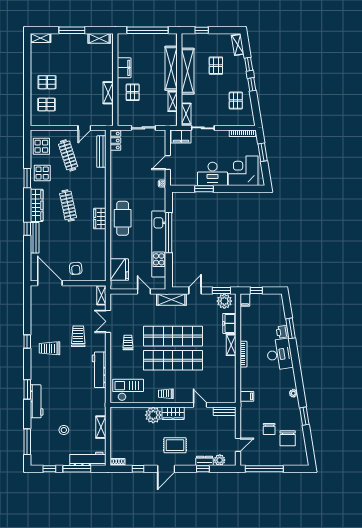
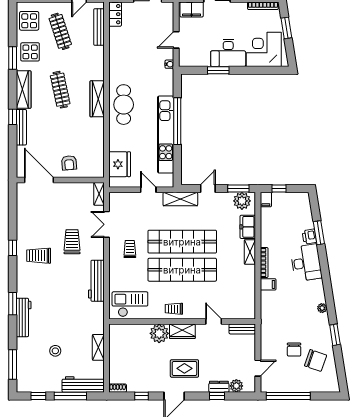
wardrobe: (100, 219) -> (97, 99), width x1.50
filing cabinet: (247, 396) -> (268, 284), moved
chair: (288, 438) -> (316, 360), turned -71

